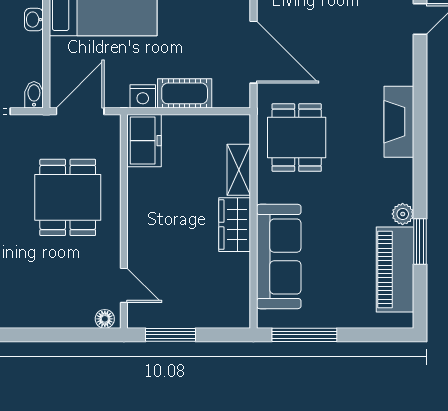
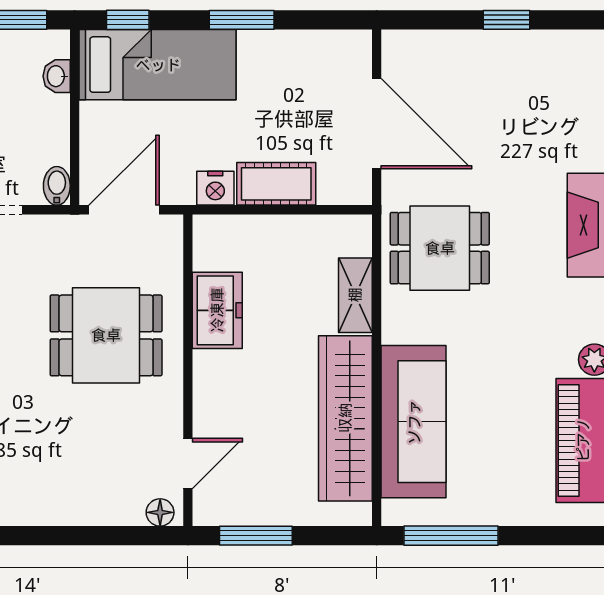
dining table: (297, 138) -> (440, 248), turned 90
freezer: (144, 141) -> (217, 310), moved
dining table: (68, 197) -> (106, 335), turned 90
wardrobe: (235, 225) -> (345, 418), width x2.10, depth x1.17
door: (124, 285) -> (188, 464), hinge flipped

